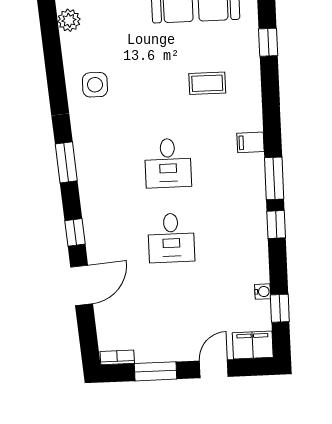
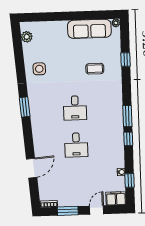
window: (268, 42) -> (126, 60), moved
filing cabinet: (251, 142) -> (116, 98), removed
window: (75, 232) -> (29, 142), removed

